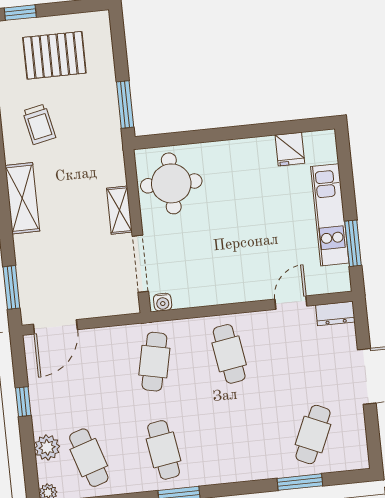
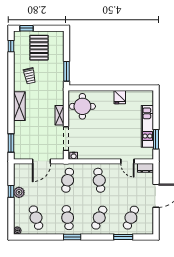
pallet: (54, 55) -> (39, 48), turned 90
fridge: (290, 149) -> (120, 97), moved
door: (291, 303) -> (127, 161), swing flipped
door: (55, 327) -> (41, 161), moved
cafe table: (238, 442) -> (99, 218), added
plant: (47, 447) -> (19, 192), moved

